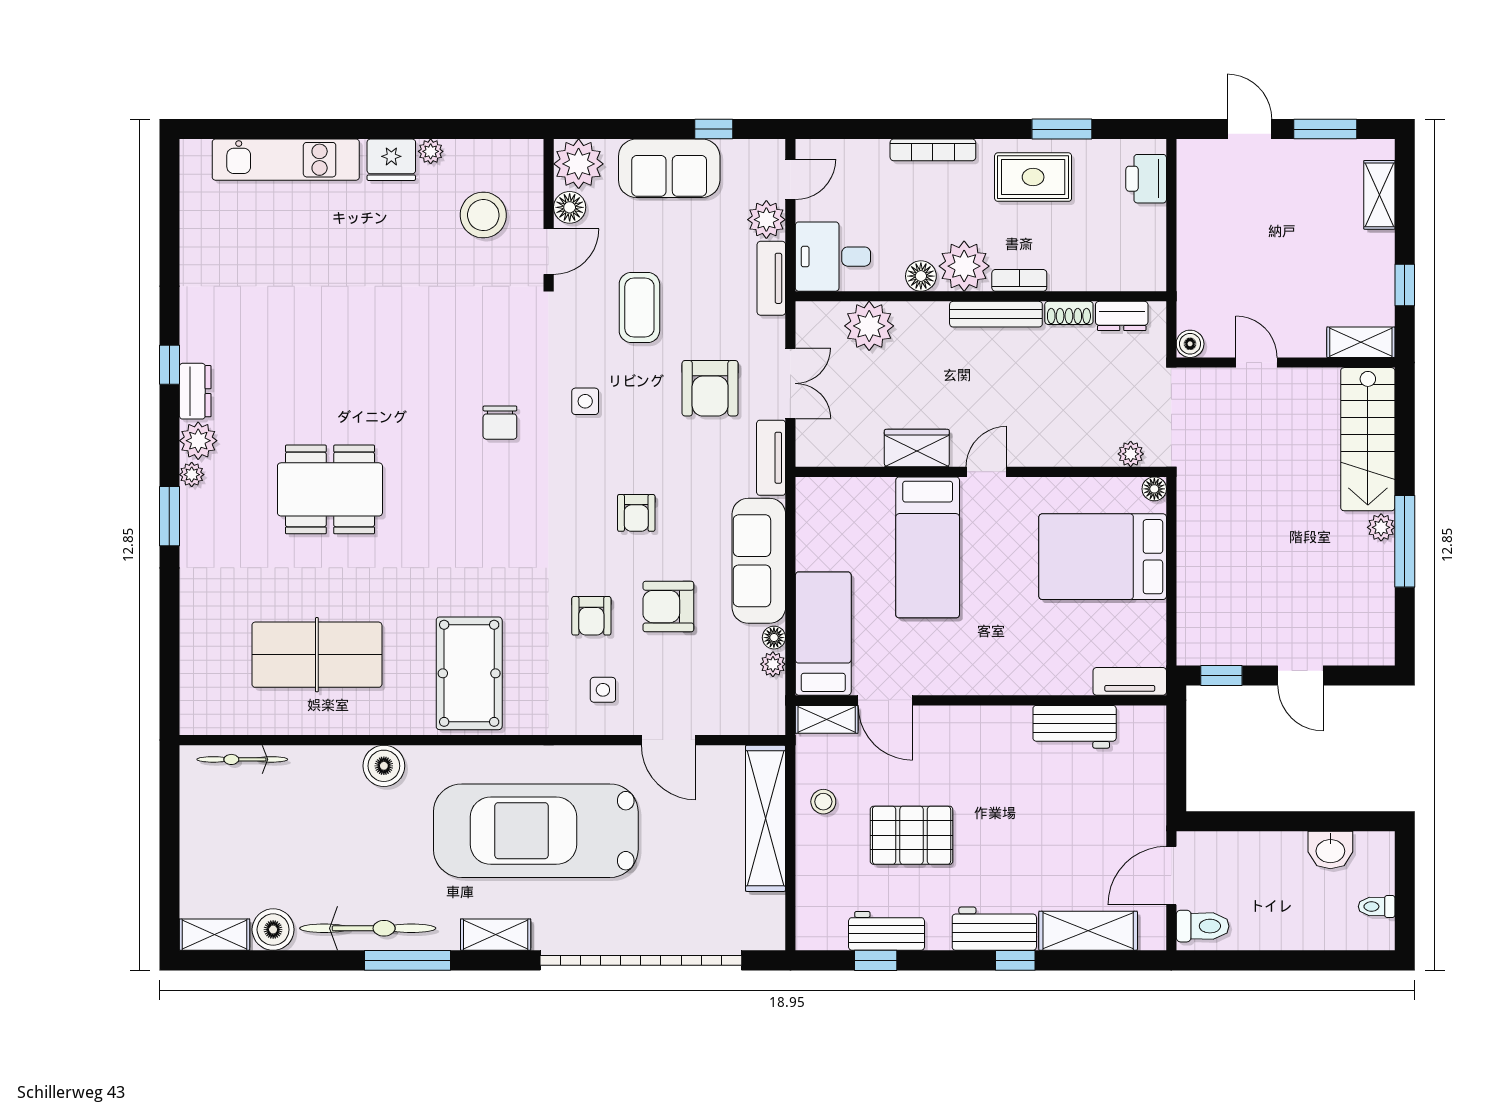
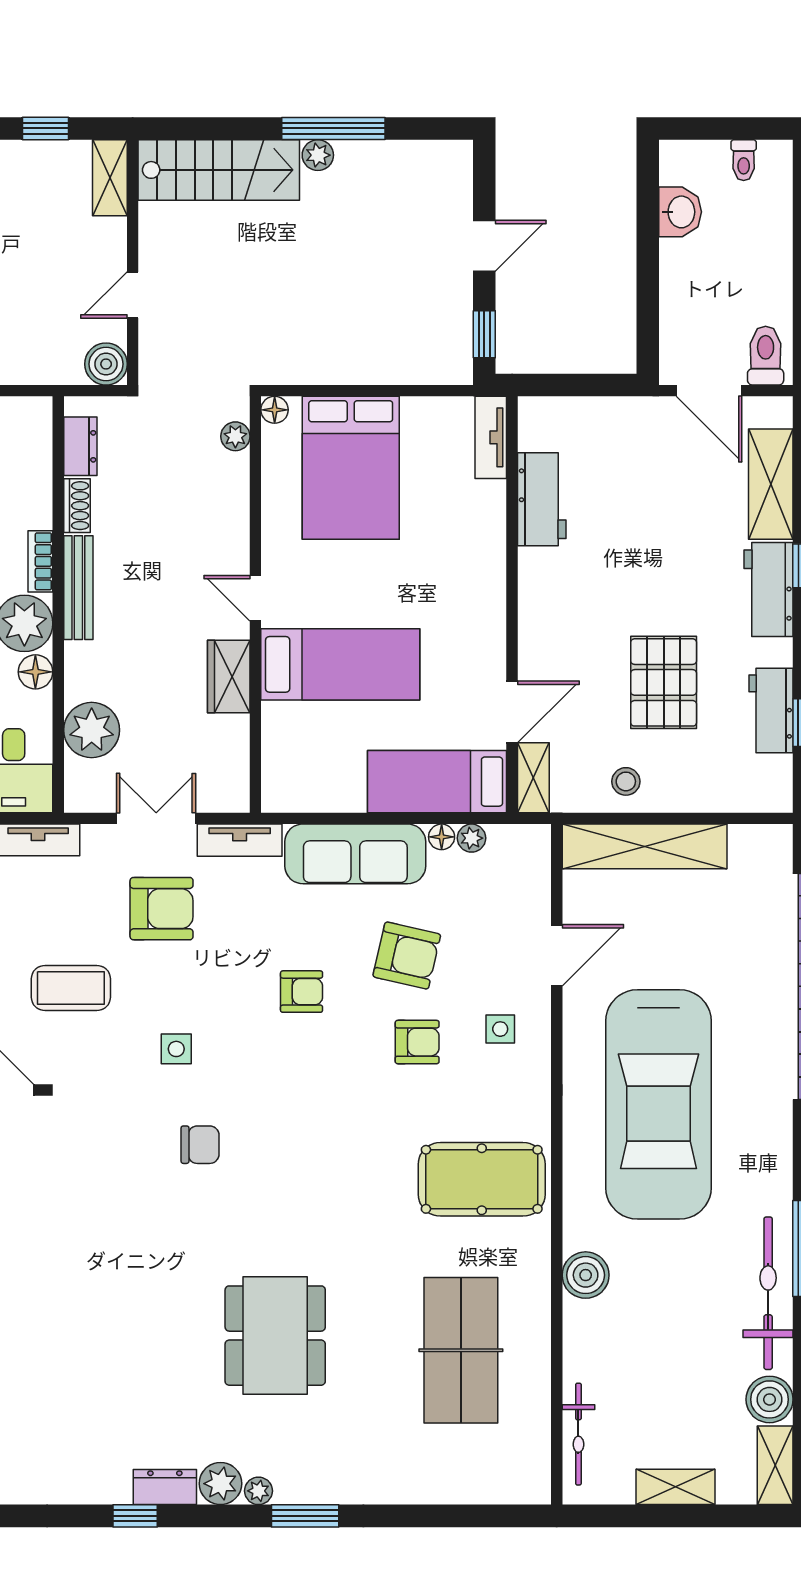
boiler: (1190, 344) -> (106, 364), width x1.36, depth x1.36
armchair: (668, 607) -> (407, 956), turned -77
shelving: (496, 935) -> (675, 1487), moved, turned 90

